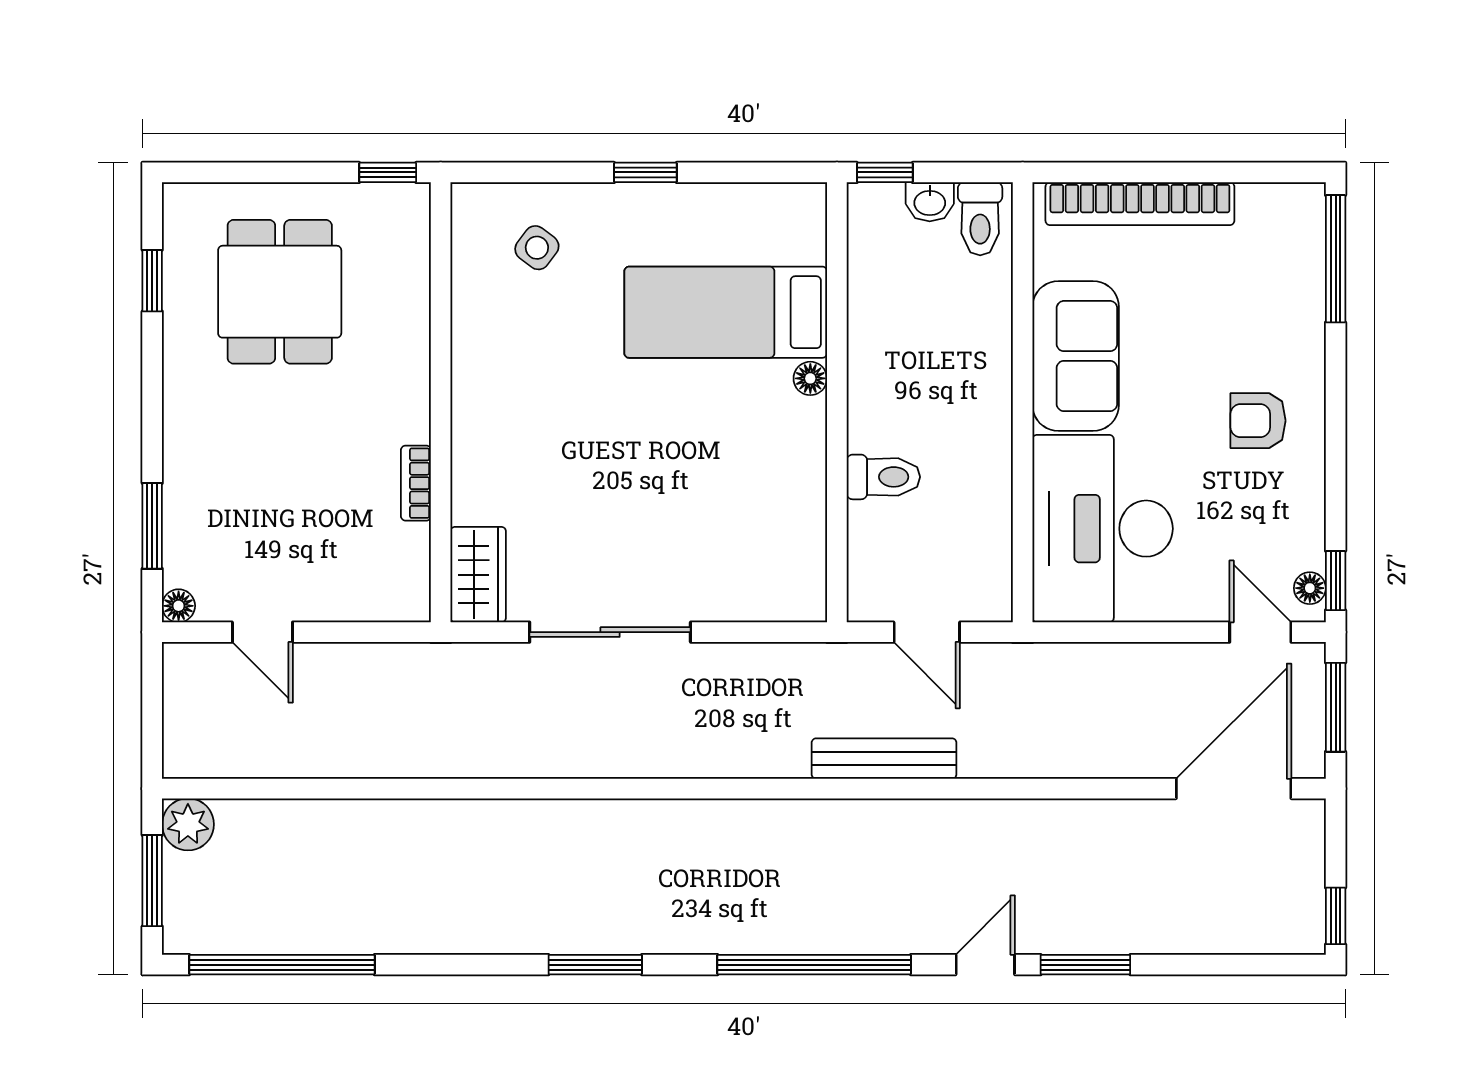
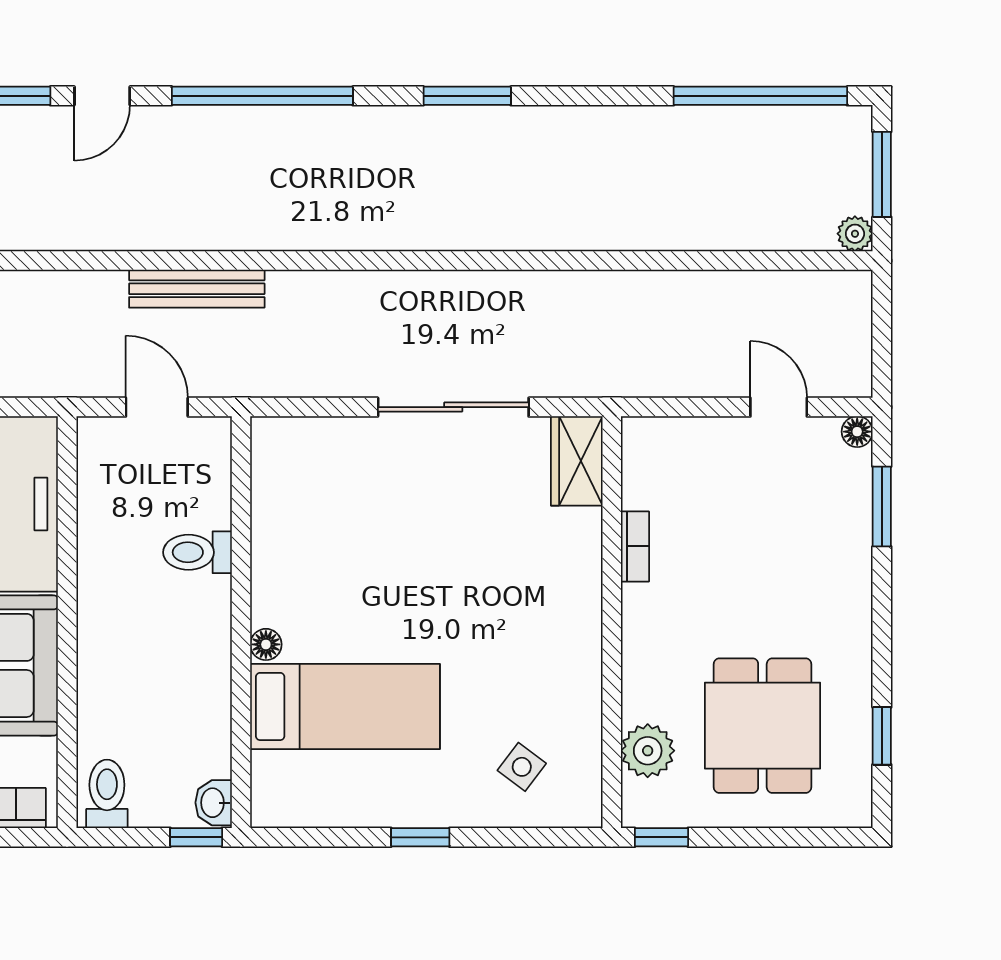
washbasin: (930, 202) -> (214, 803), moved, turned -90
plant: (402, 265) -> (648, 751), added
plant: (188, 824) -> (855, 234), width x0.73, depth x0.73

